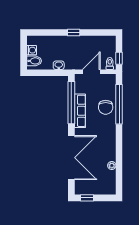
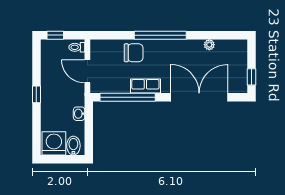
washing machine: (32, 50) -> (54, 143), width x1.89, depth x1.89
window: (119, 58) -> (55, 35), moved
window: (119, 104) -> (160, 35), moved
row of seats: (80, 111) -> (145, 86), width x0.68

